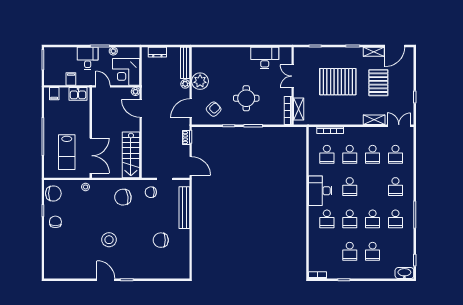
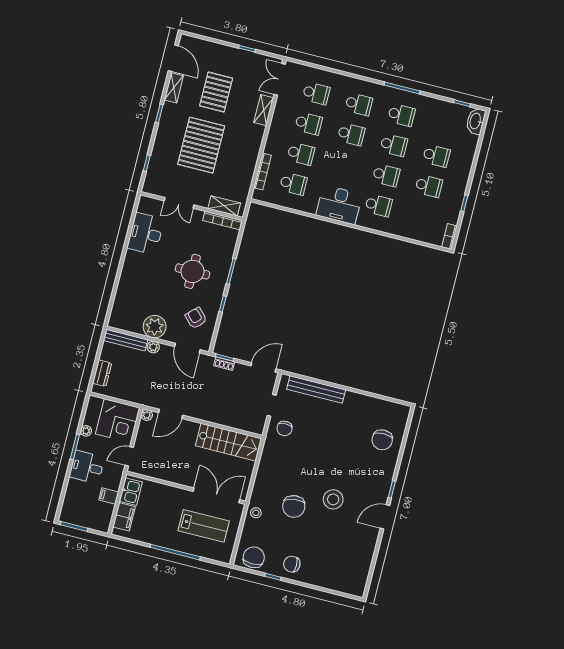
pallet: (378, 83) -> (216, 92), turned 90
filing cabinet: (54, 94) -> (124, 517), width x2.00
school desk: (350, 187) -> (351, 134), moved
chair: (123, 197) -> (294, 506), moved
chair: (161, 240) -> (382, 440), moved

